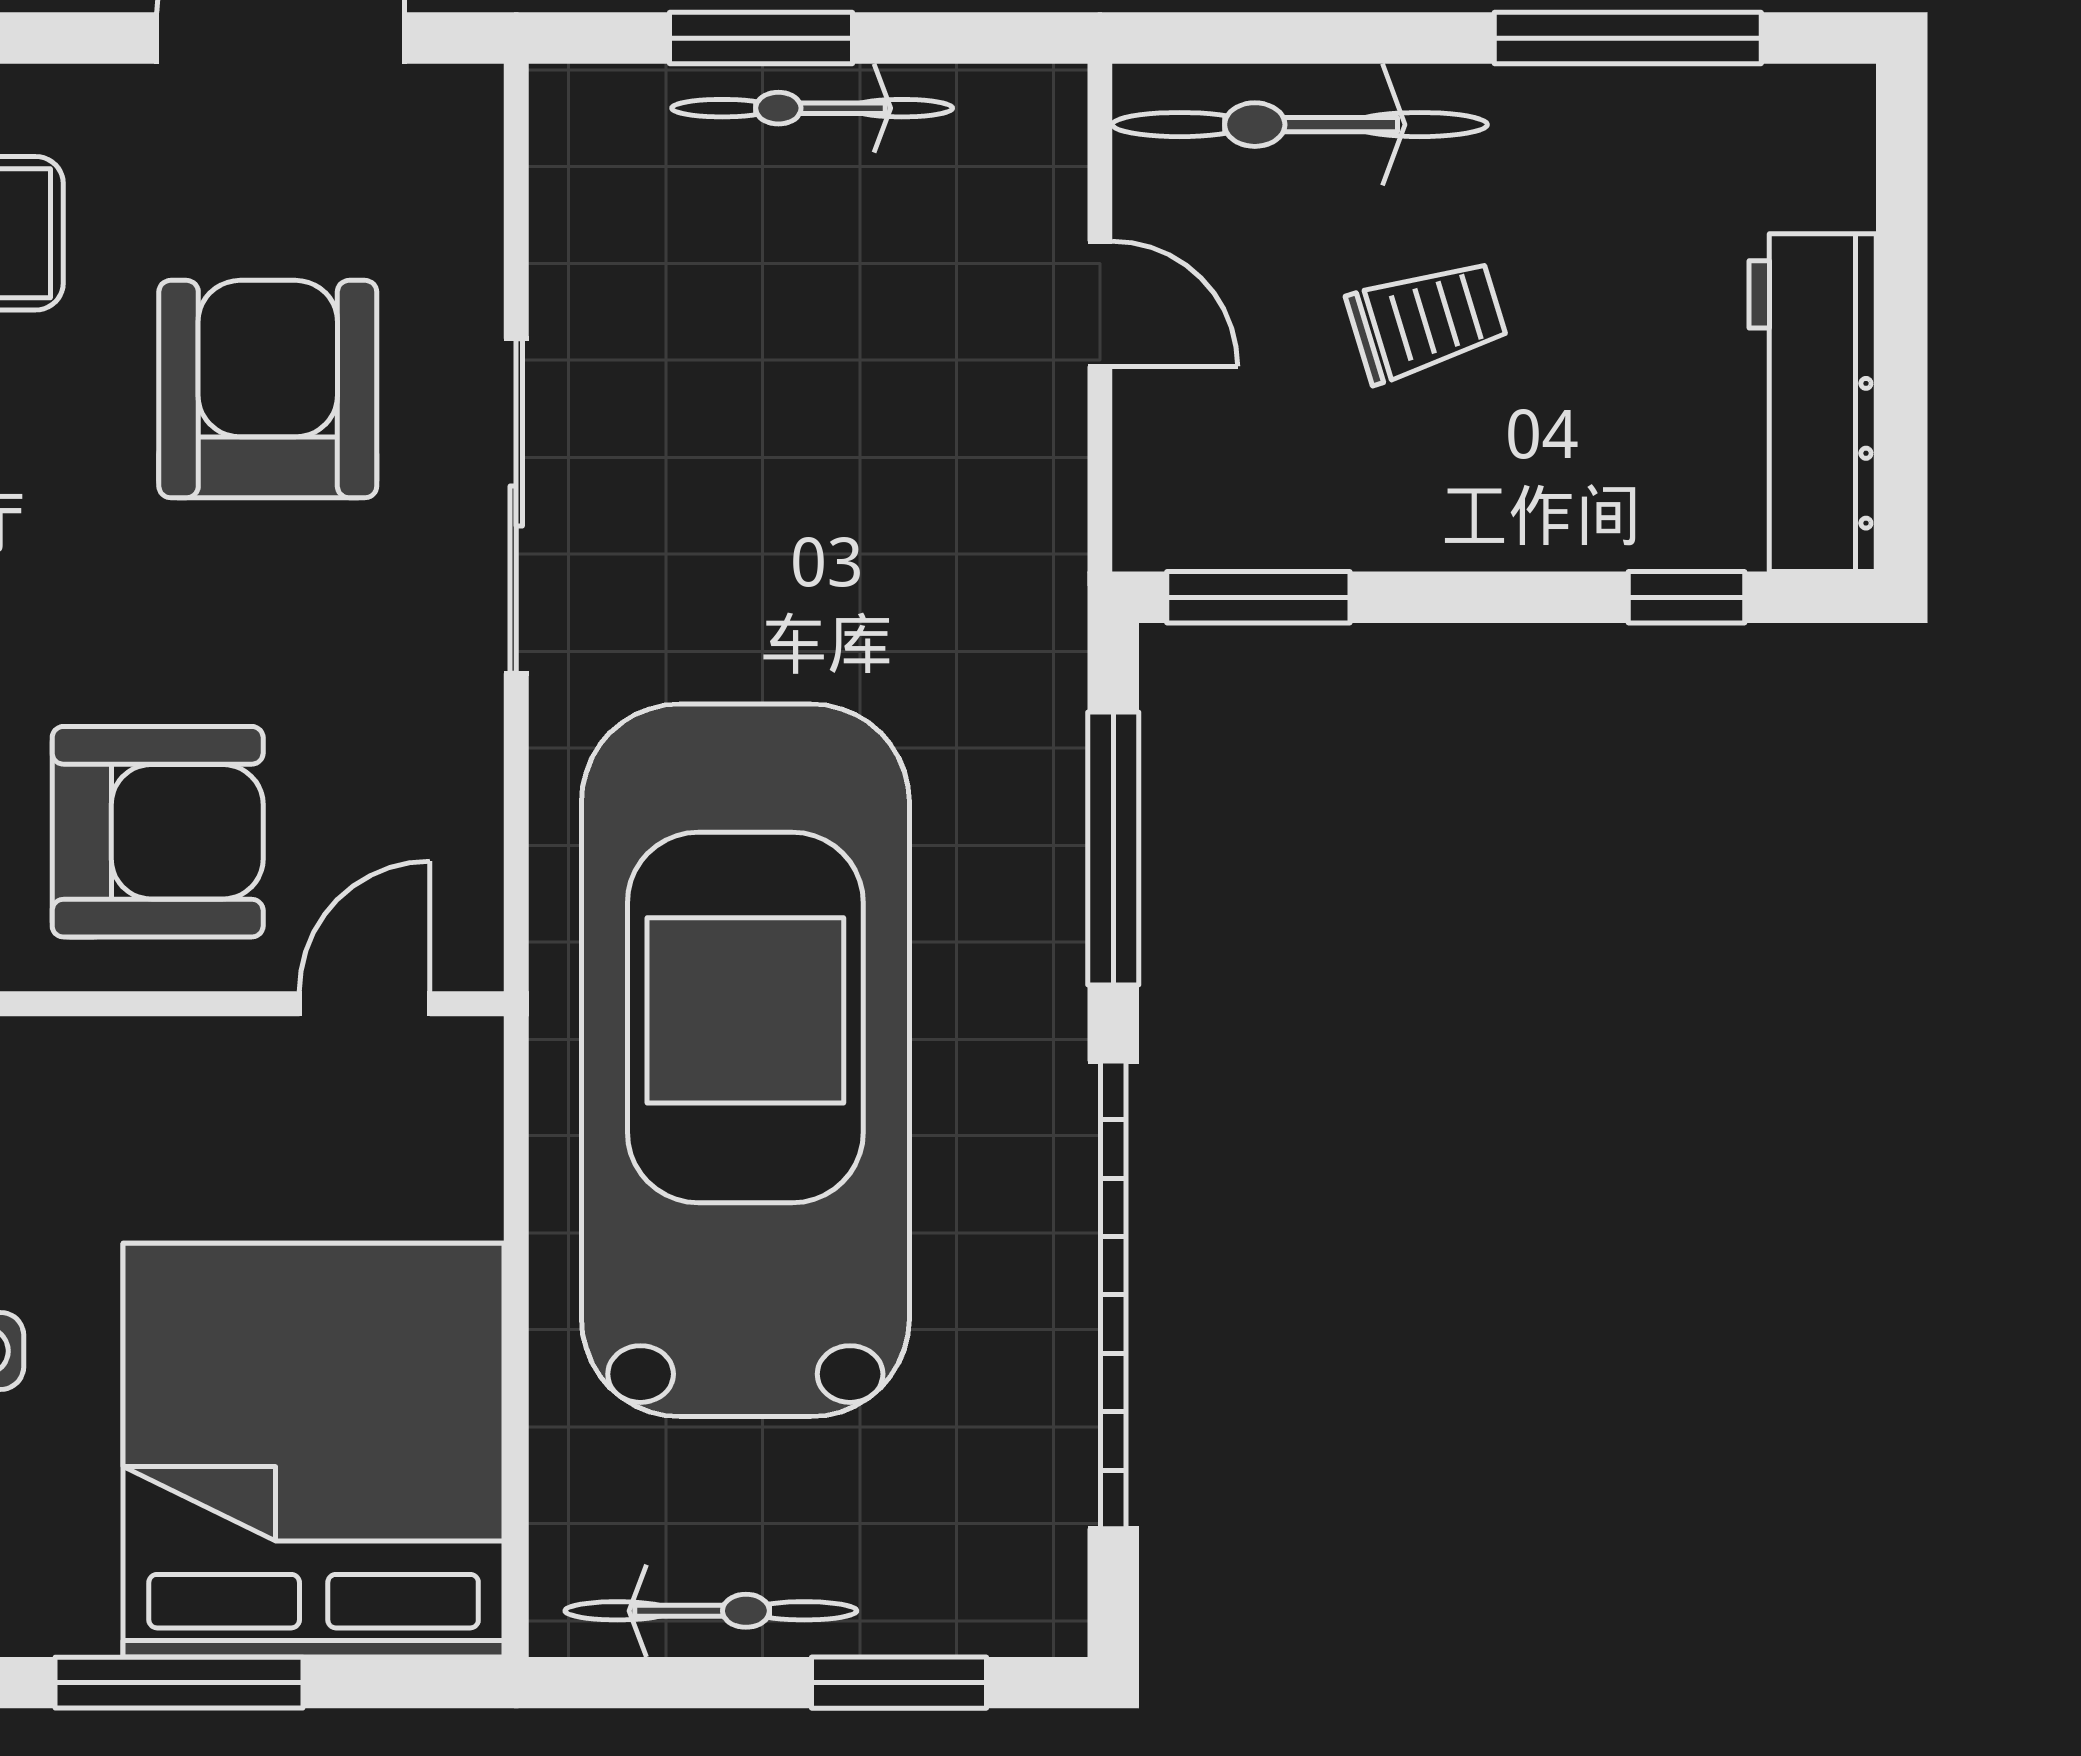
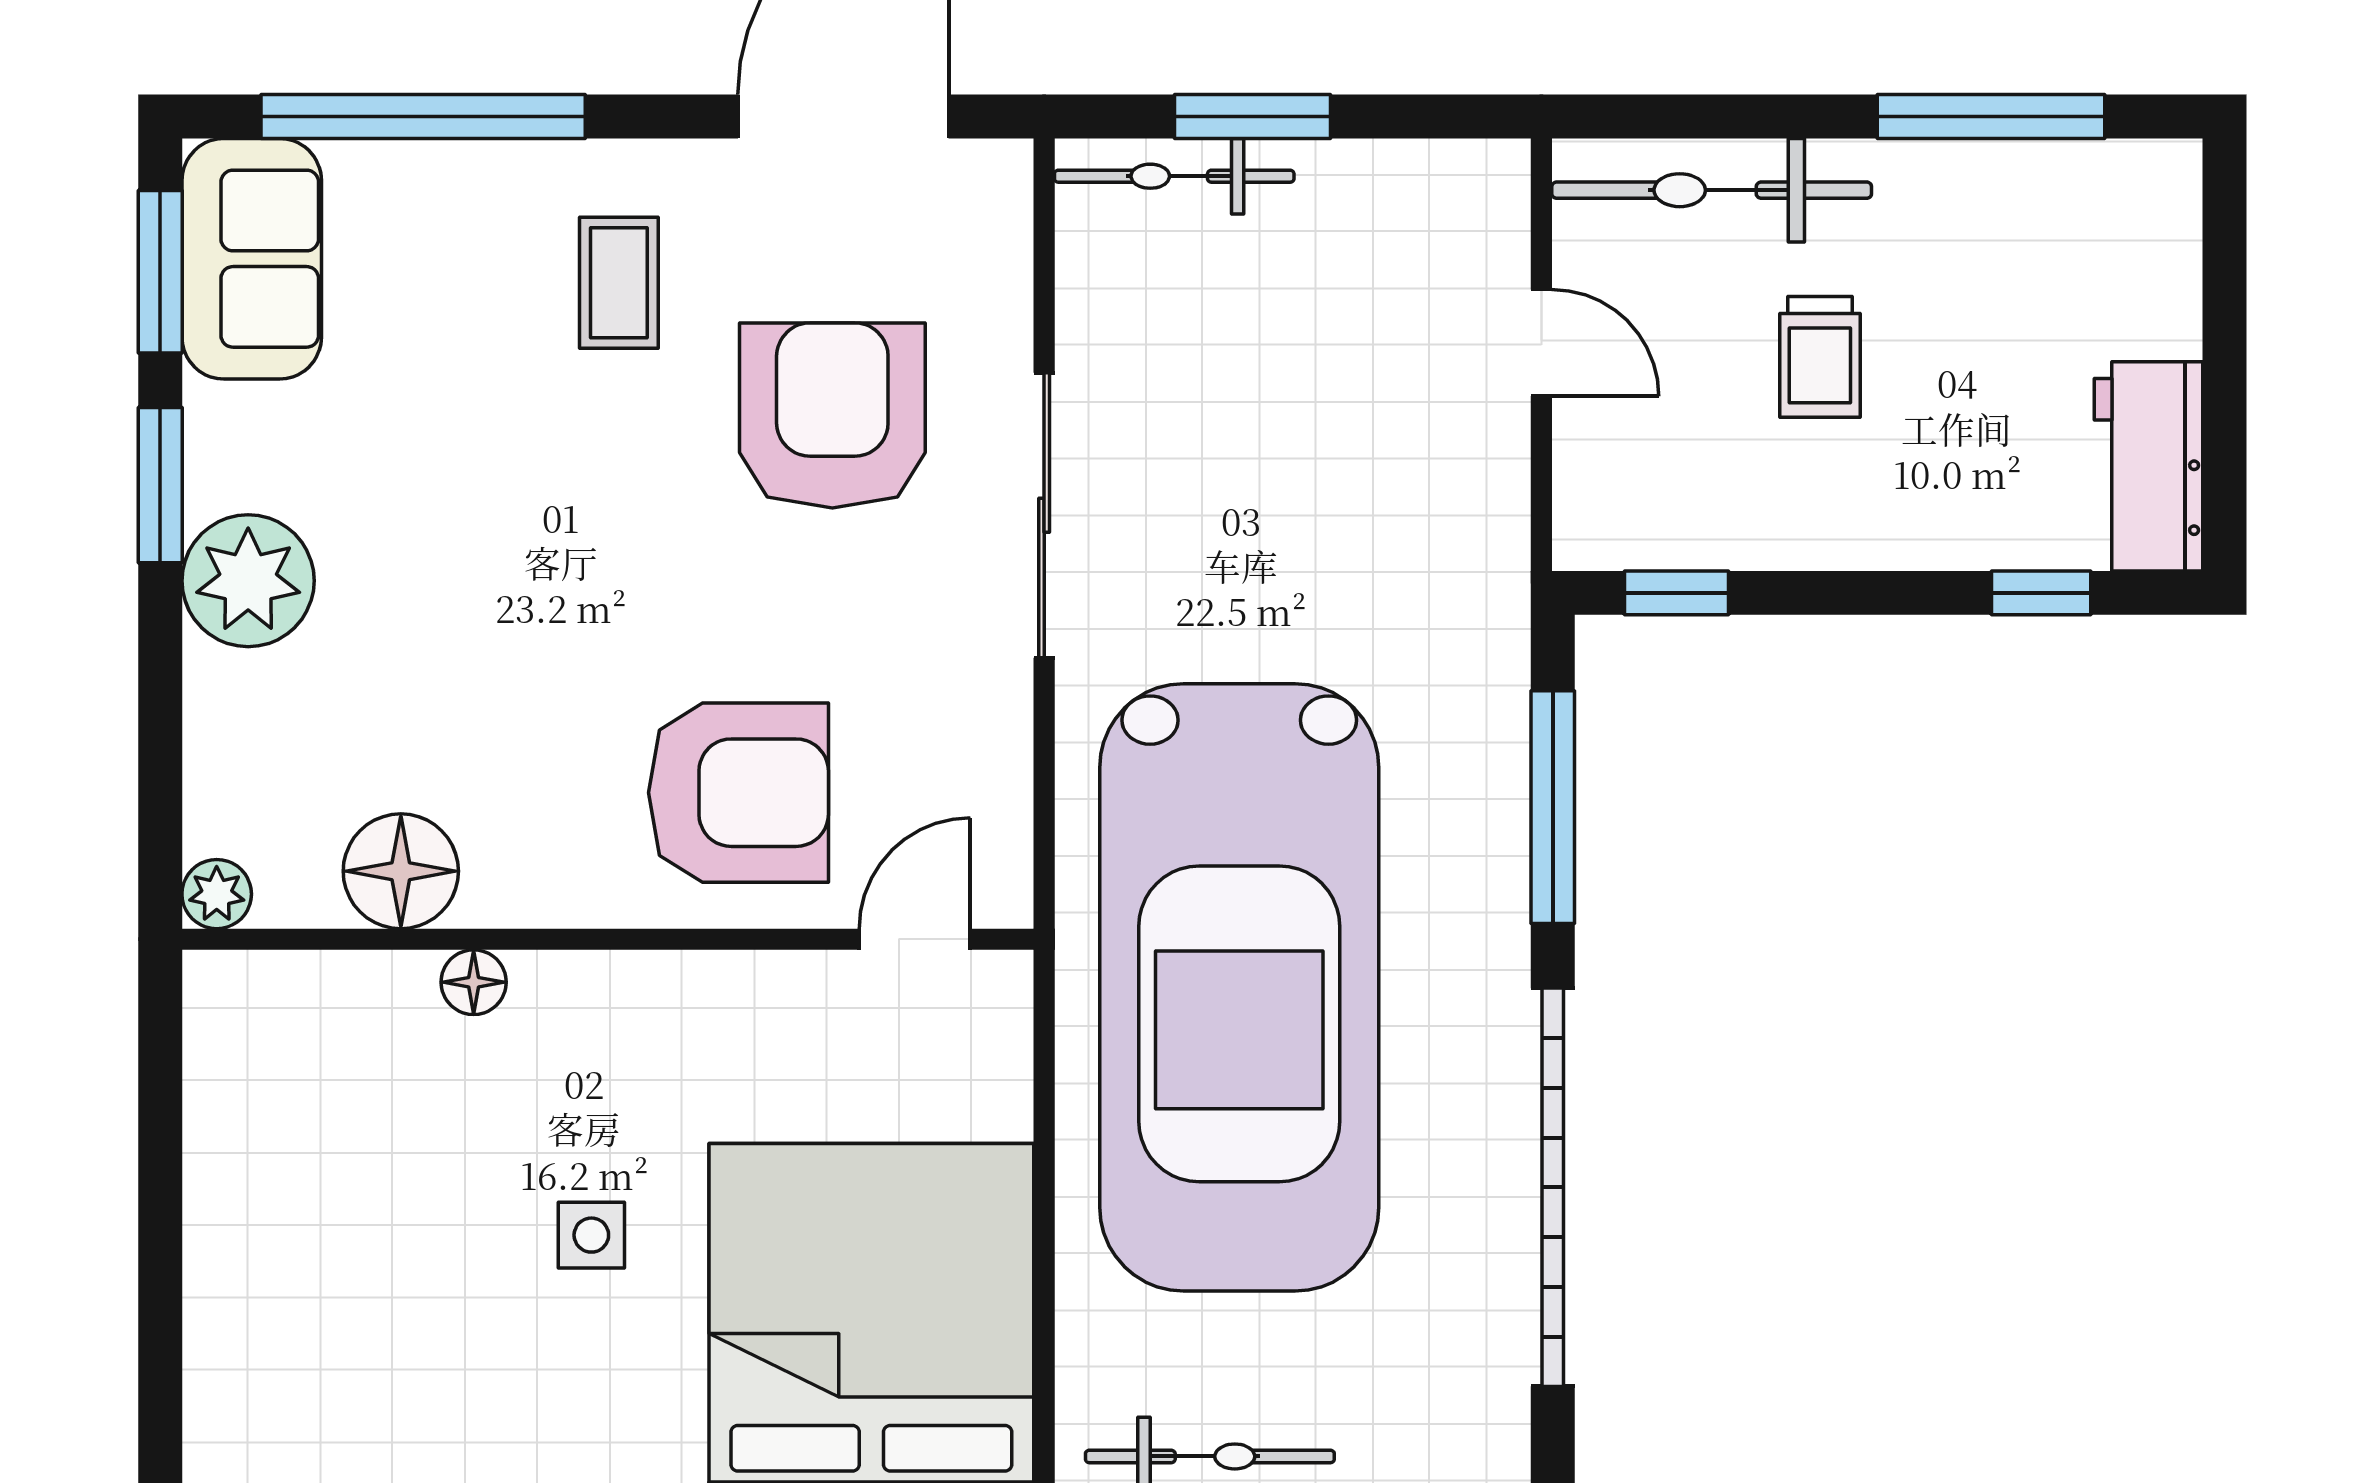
bicycle: (812, 108) -> (1174, 176), moved
trolley: (1427, 320) -> (1820, 357), turned 107
workbench: (1813, 403) -> (2149, 466), width x0.73
window: (1258, 597) -> (1676, 593), width x0.67
car: (745, 1060) -> (1239, 987), turned 180

